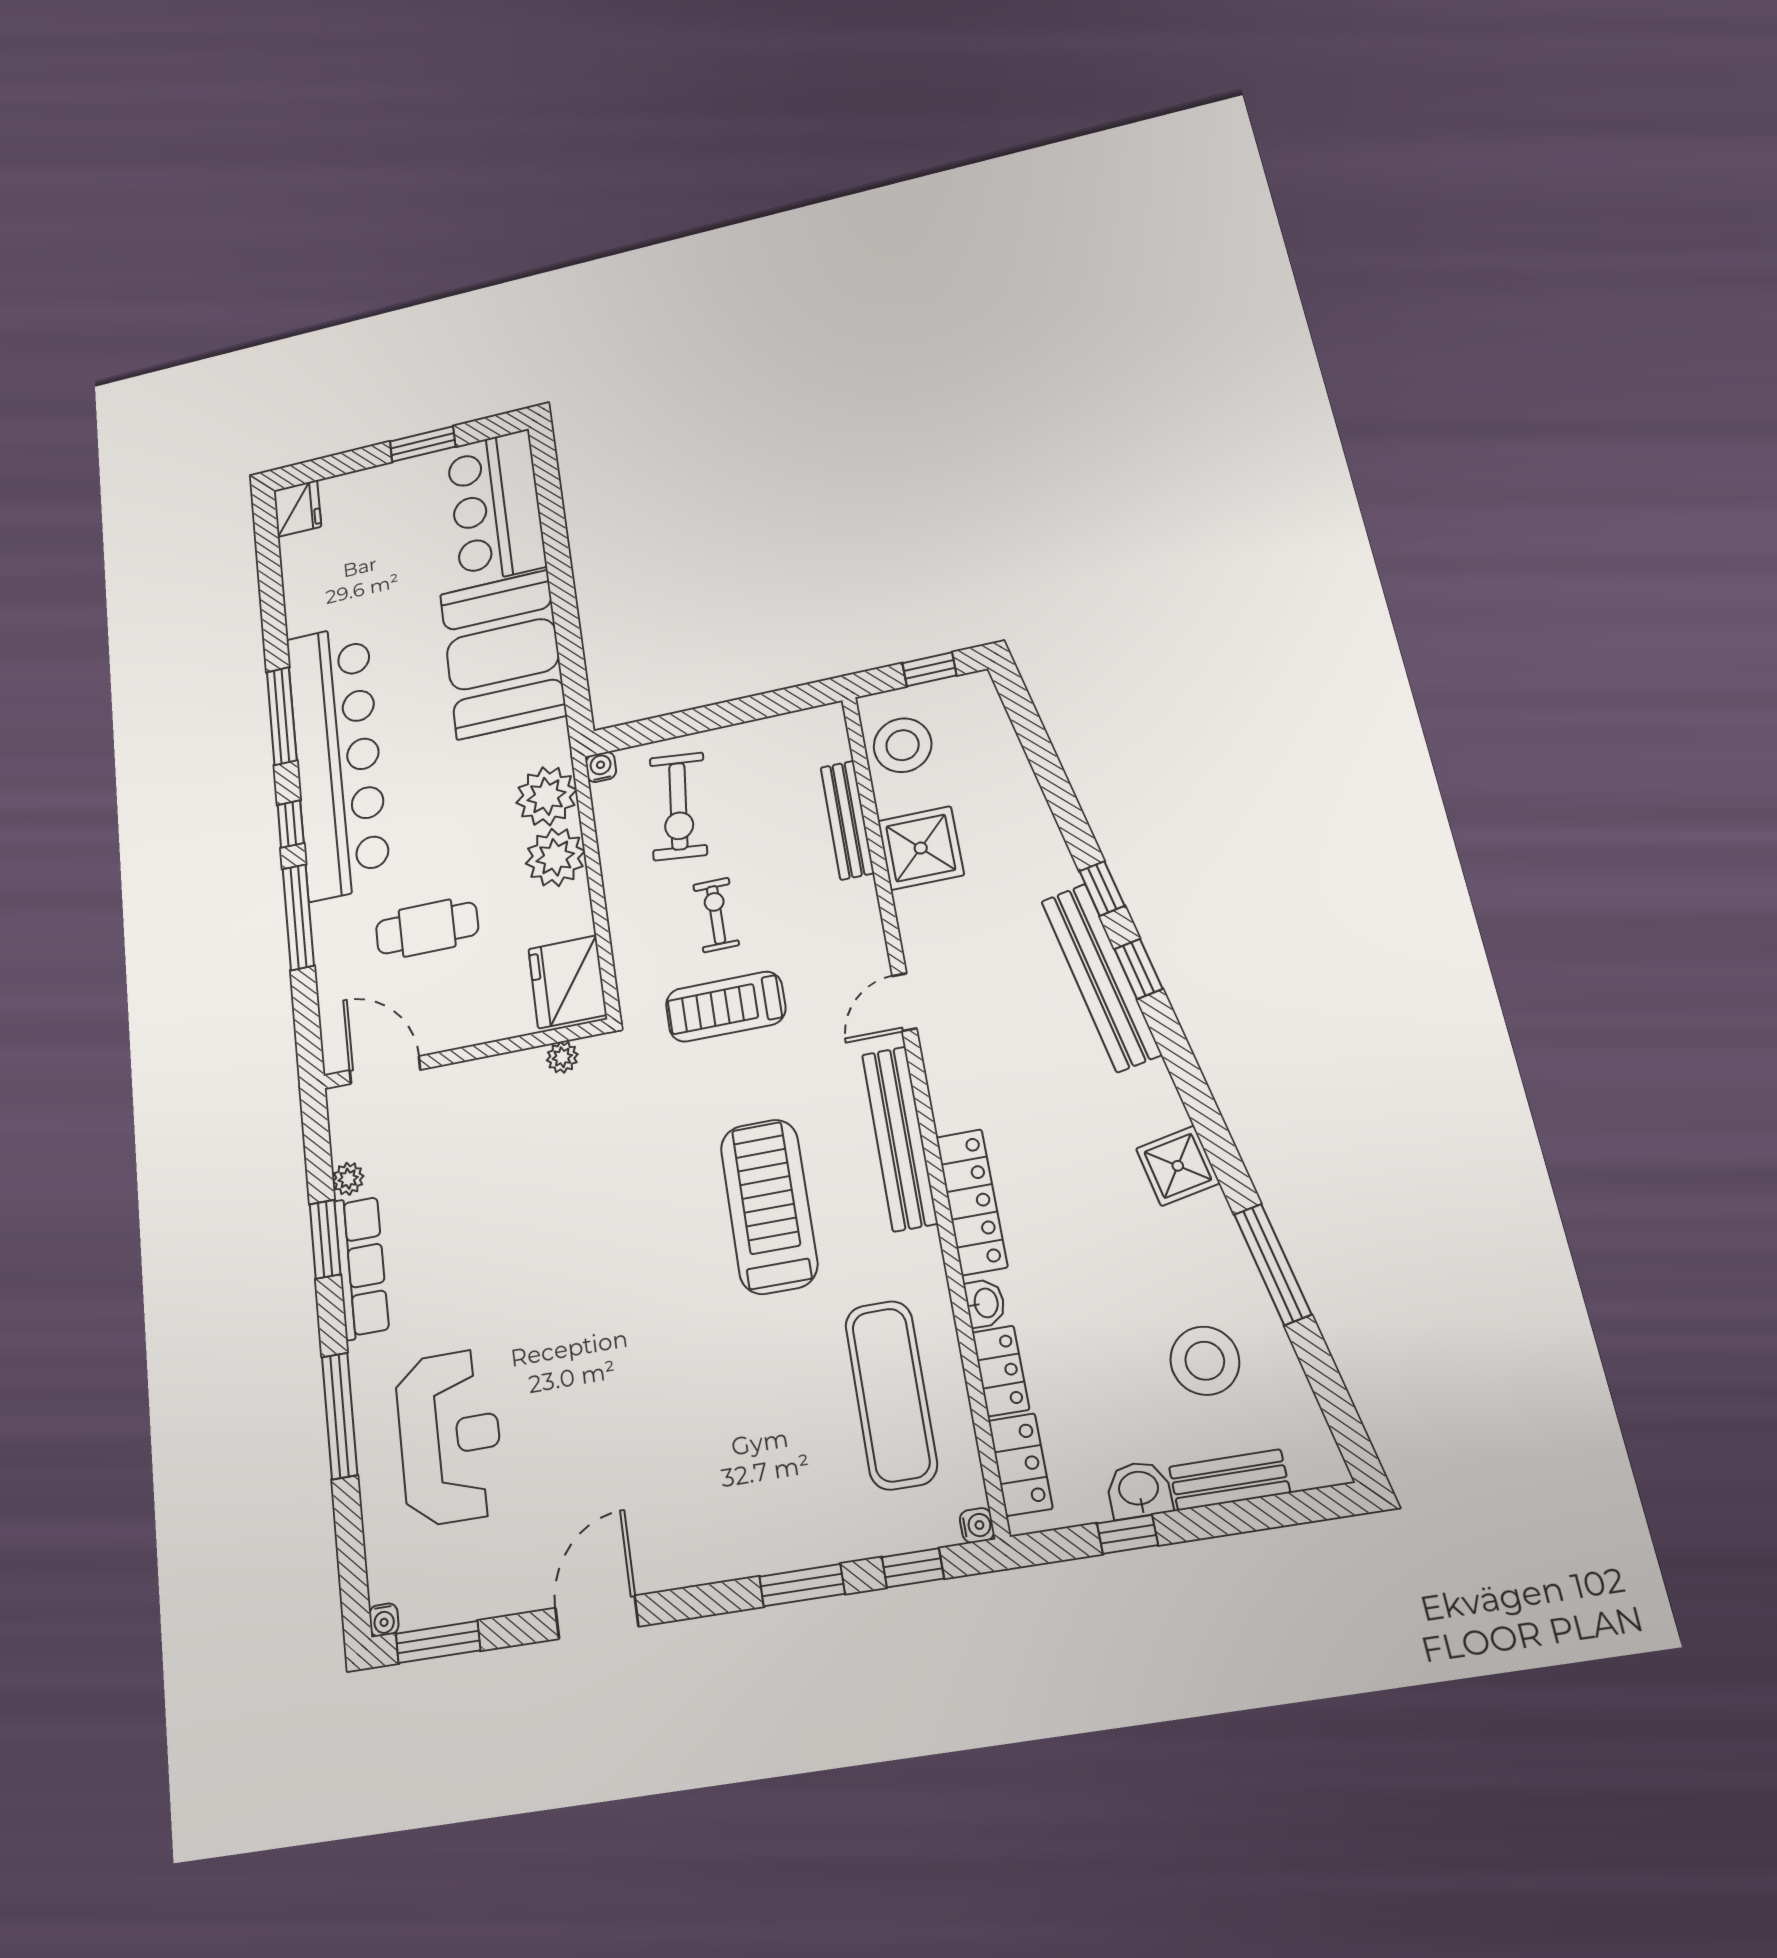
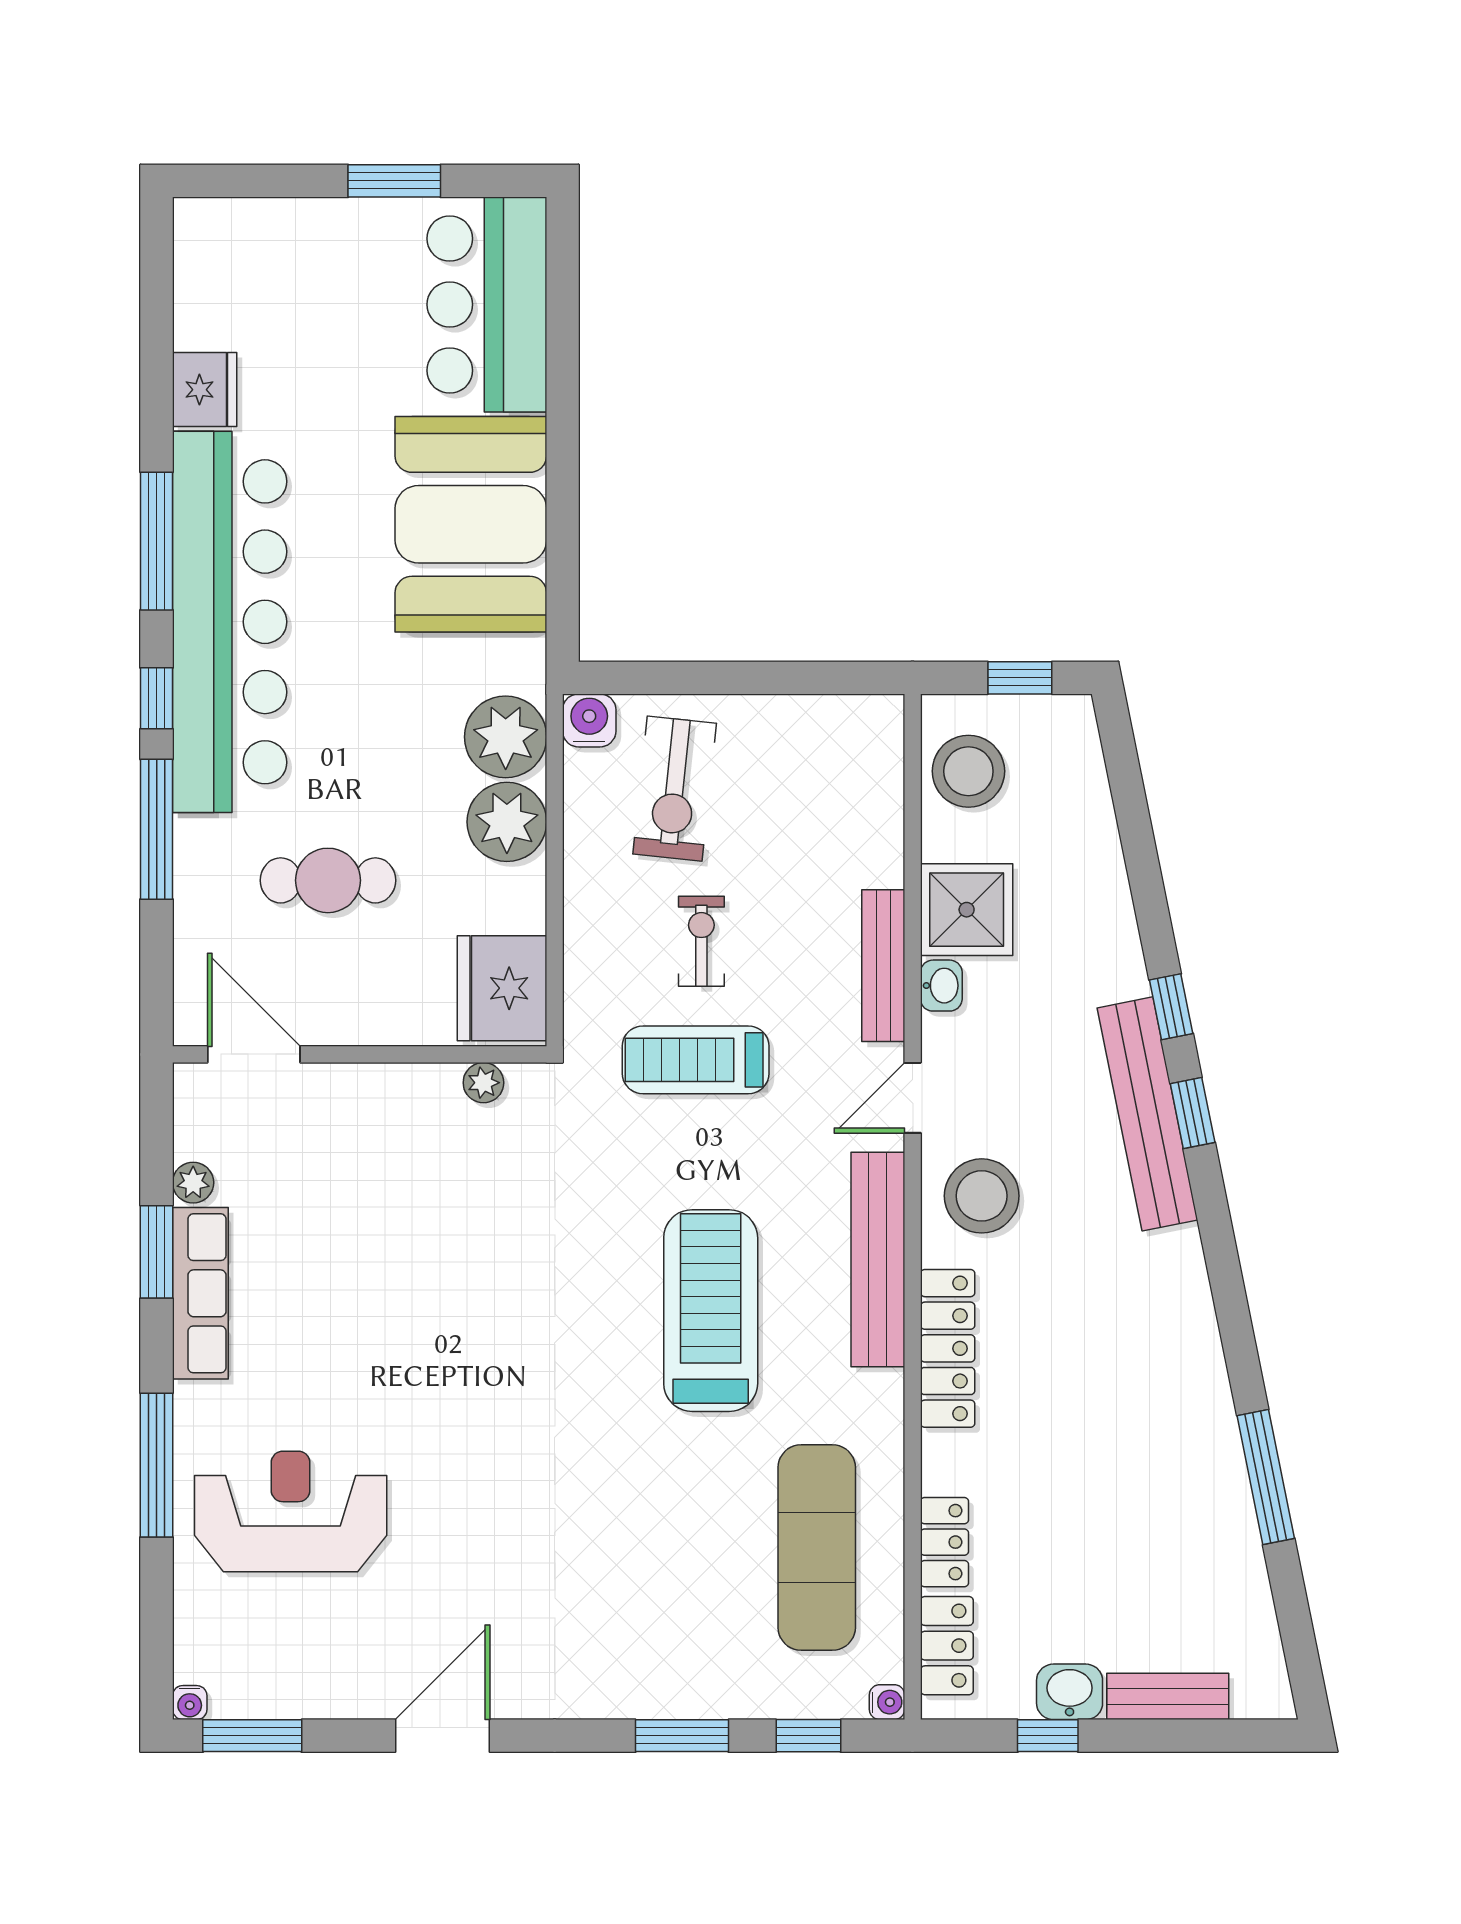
fridge: (297, 509) -> (205, 390), moved
water cooler: (601, 767) -> (589, 720), width x1.38, depth x1.38
bench: (847, 820) -> (883, 966), moved
shower: (1178, 1166) -> (1187, 1350), removed
washbasin: (985, 1303) -> (941, 986), moved
stool: (1205, 1361) -> (982, 1196), moved
reception desk: (450, 1437) -> (291, 1511), turned -90

